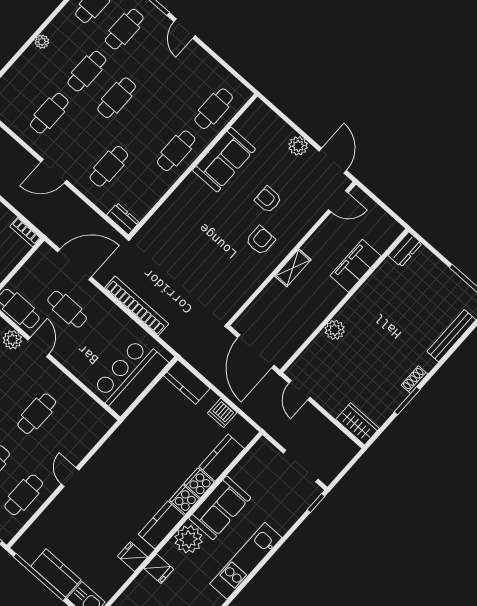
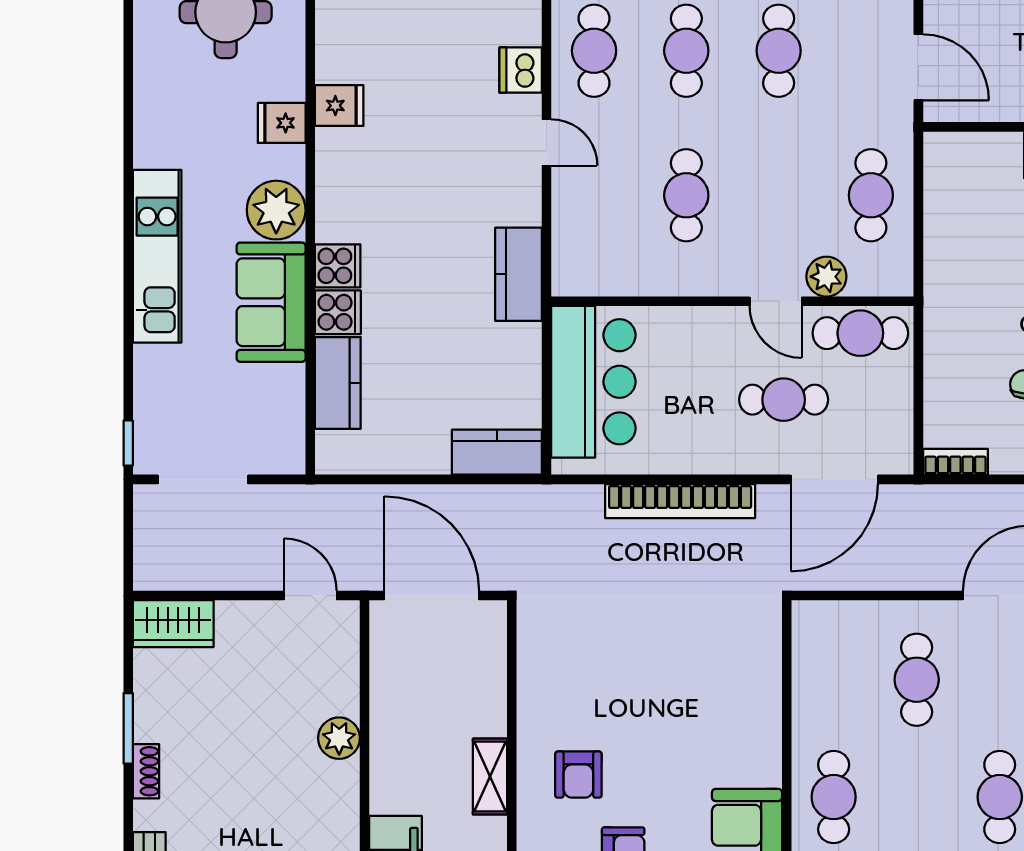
dresser: (123, 219) -> (822, 617), removed
dishwasher: (222, 413) -> (521, 70), moved, turned -90
kitchen counter: (161, 525) -> (519, 274), moved, turned 180

